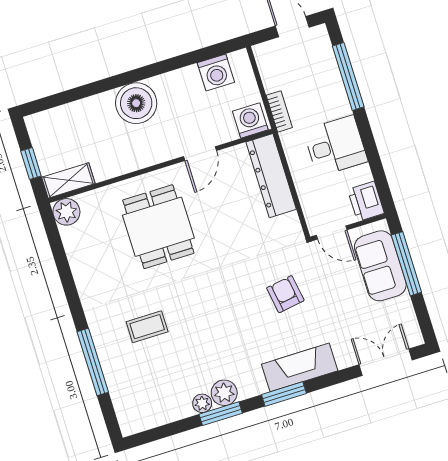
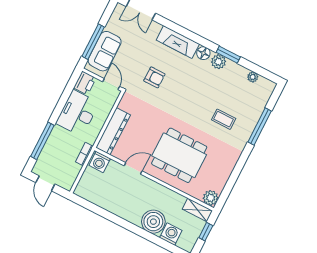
washing machine: (216, 72) -> (171, 234), moved
boiler: (136, 103) -> (153, 222), moved
desk: (335, 146) -> (77, 113), width x1.37
dining table: (158, 227) -> (179, 155), width x1.38
armchair: (285, 294) -> (154, 77), turned -81
floor lamp: (254, 385) -> (203, 53), added
window: (284, 394) -> (195, 37), removed
plant: (202, 403) -> (253, 77), moved

